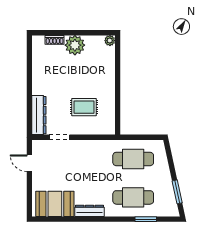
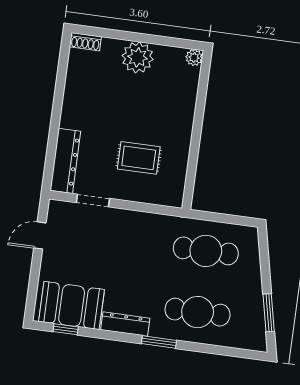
shoe rack: (55, 40) -> (85, 42), moved
door: (29, 163) -> (40, 235), hinge flipped
window: (53, 219) -> (66, 329), added
window: (146, 219) -> (159, 342), moved

